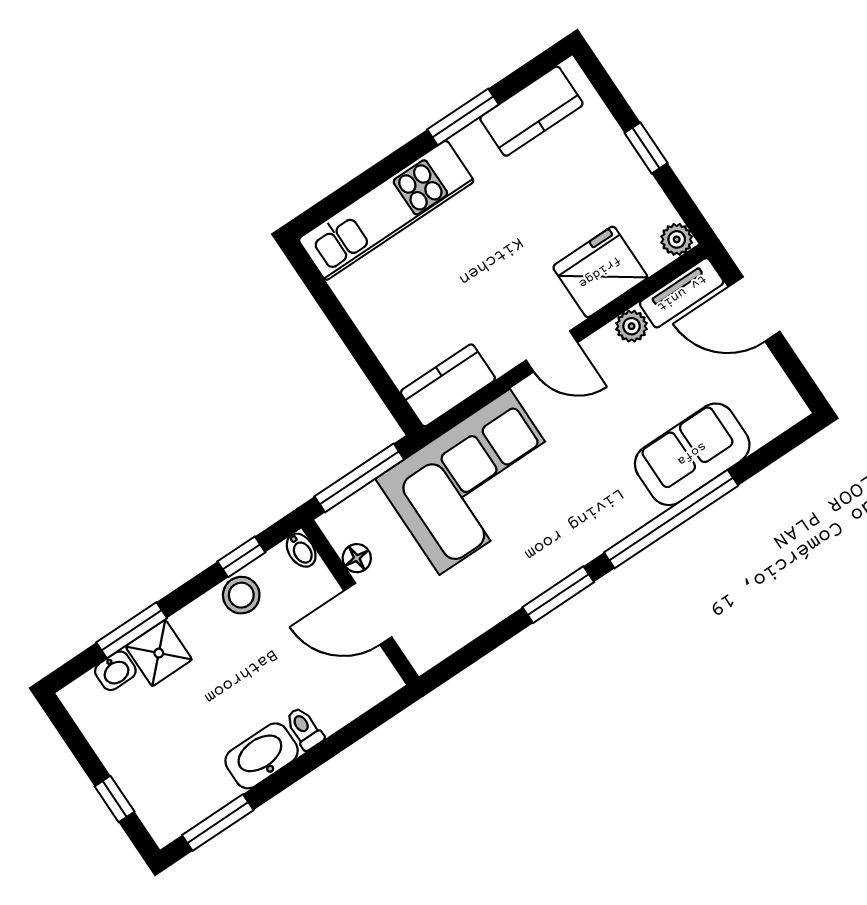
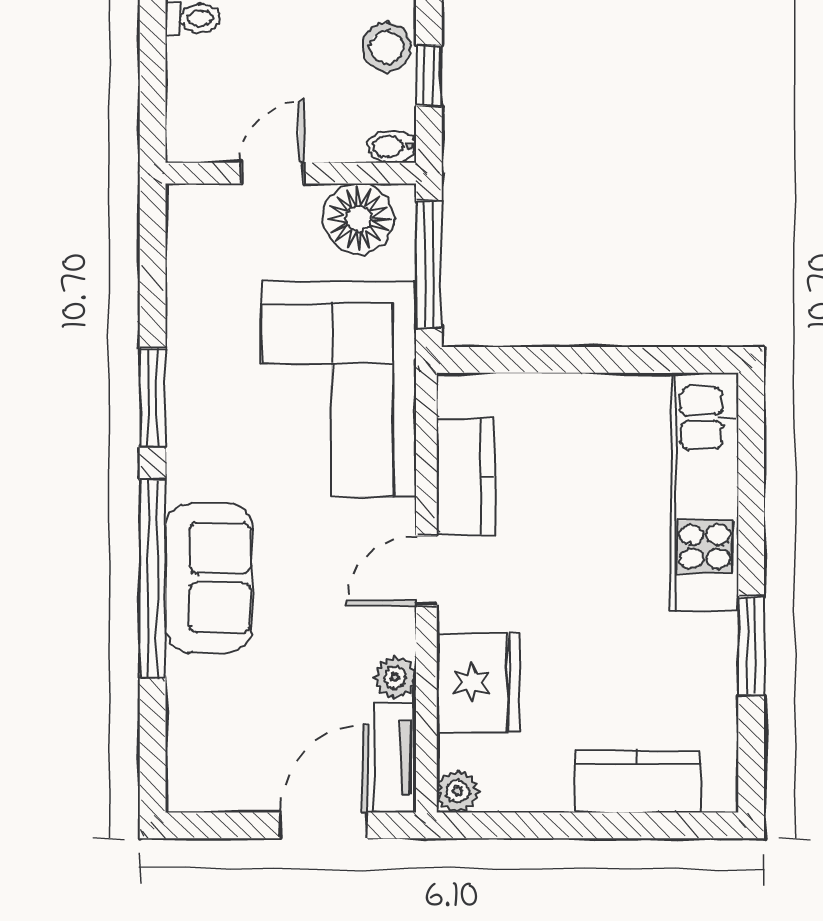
kitchen counter: (531, 111) -> (637, 781), moved, turned 90
window: (646, 148) -> (581, 825), removed
kitchen counter: (448, 385) -> (466, 476), moved
sofa: (692, 454) -> (209, 578), moved
floor lamp: (357, 558) -> (359, 219), width x1.89, depth x1.89
door: (368, 614) -> (272, 173), width x0.73

